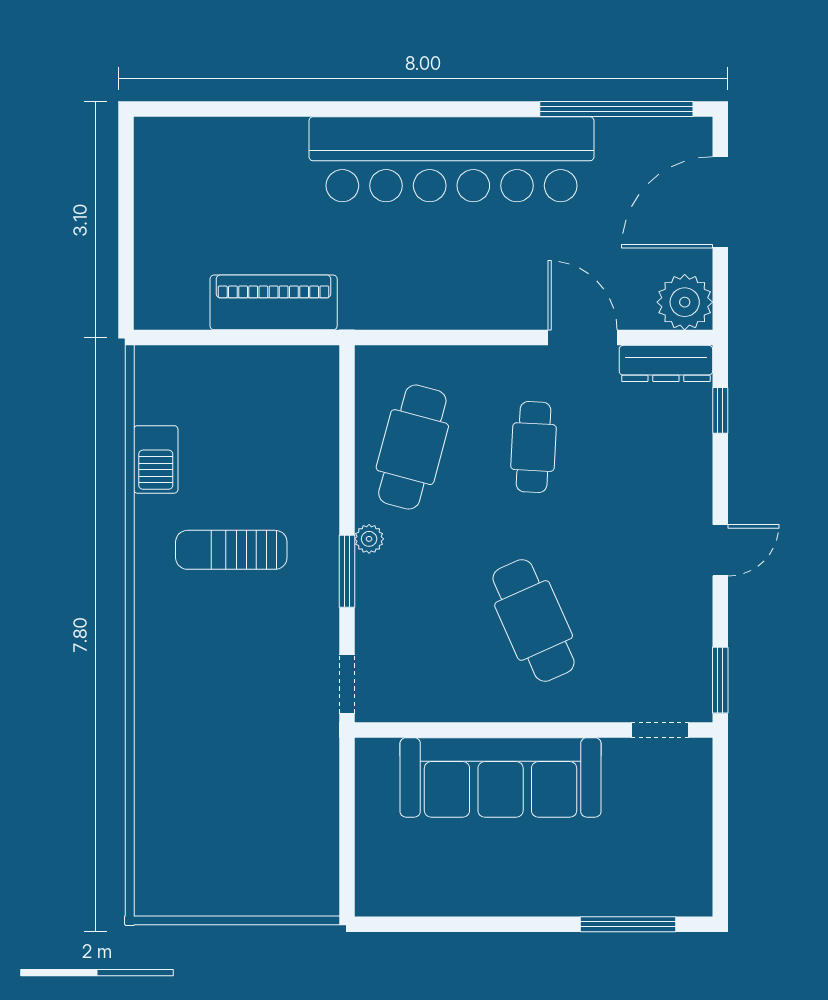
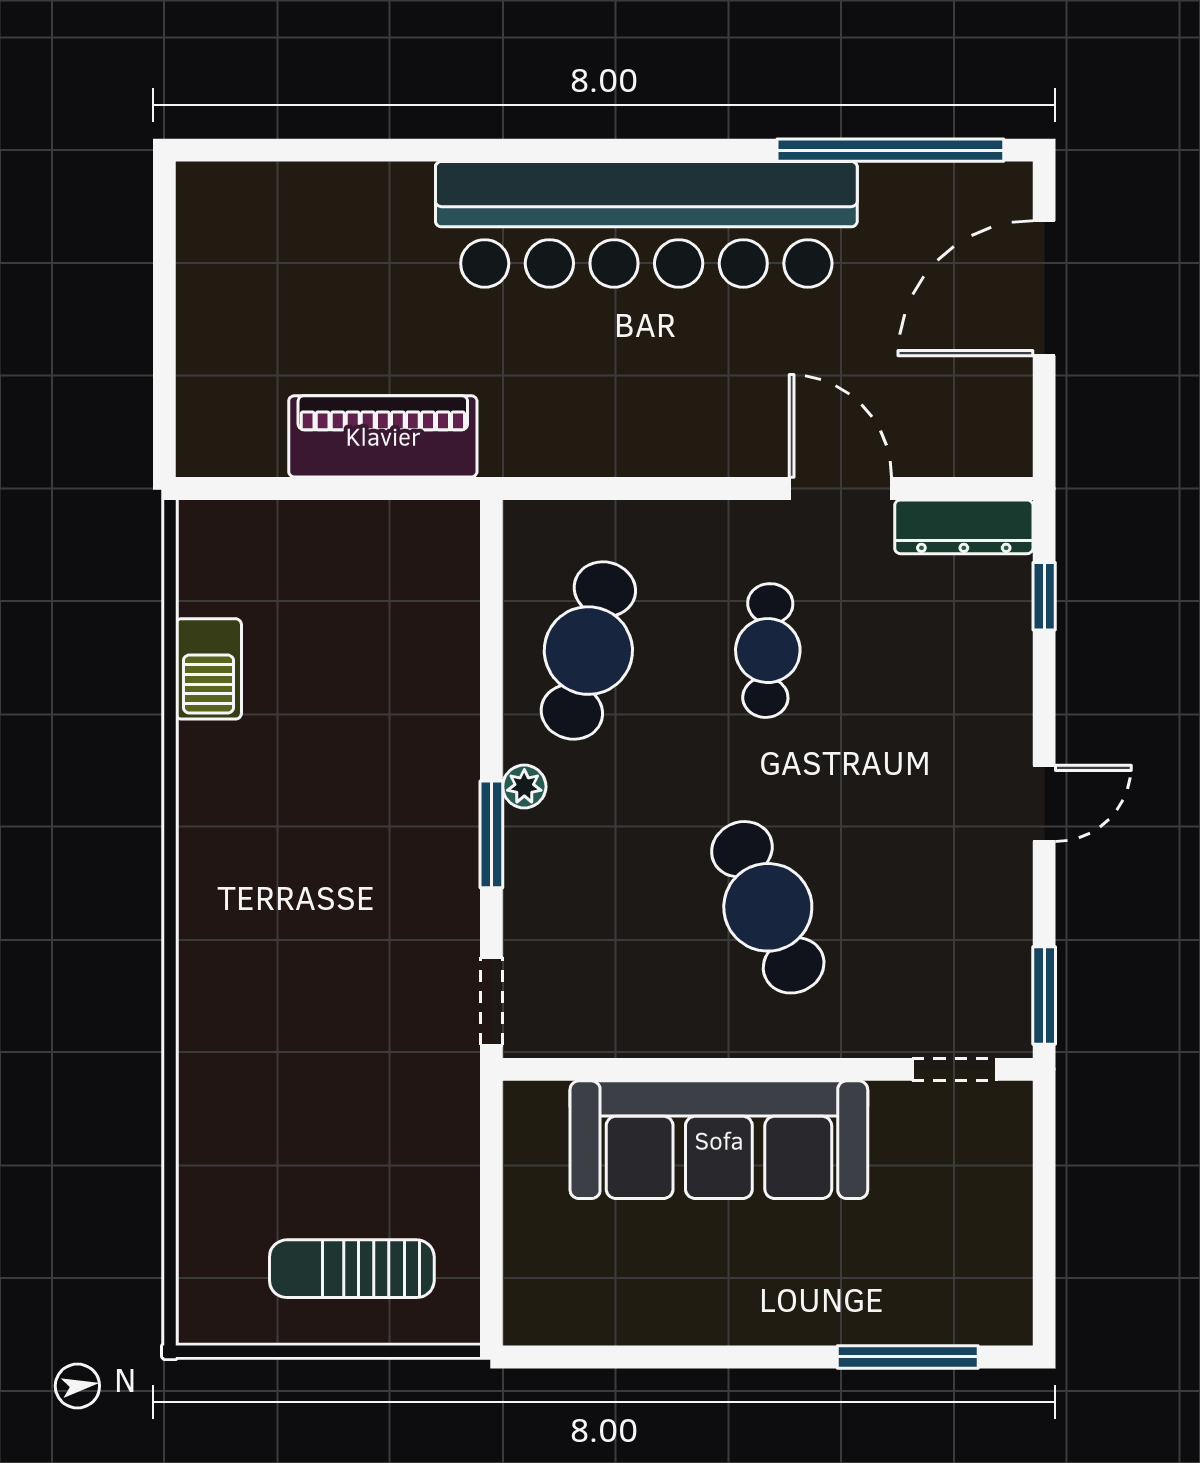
plant: (685, 302) -> (992, 436), removed
sun lounger: (231, 550) -> (352, 1269), moved

